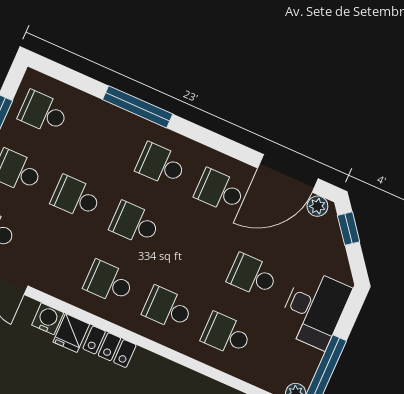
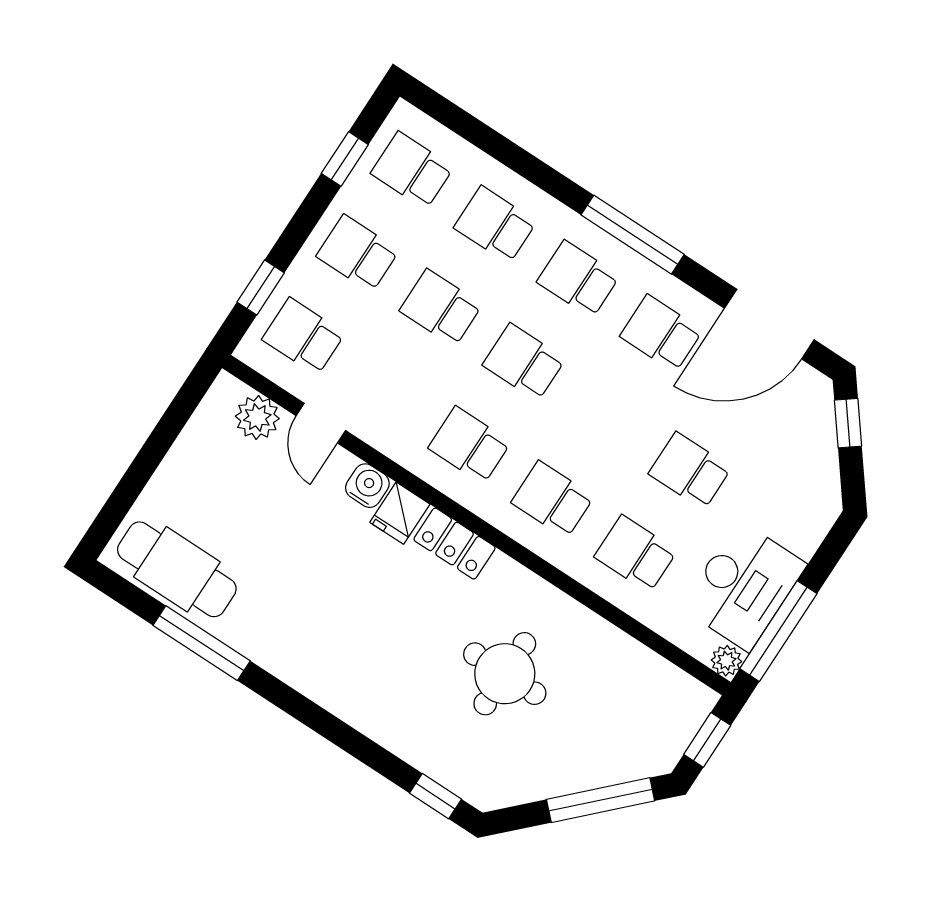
window: (138, 107) -> (633, 235), moved
school desk: (102, 139) -> (495, 225), added
plant: (317, 206) -> (806, 381), removed
desk: (314, 309) -> (744, 586), moved

